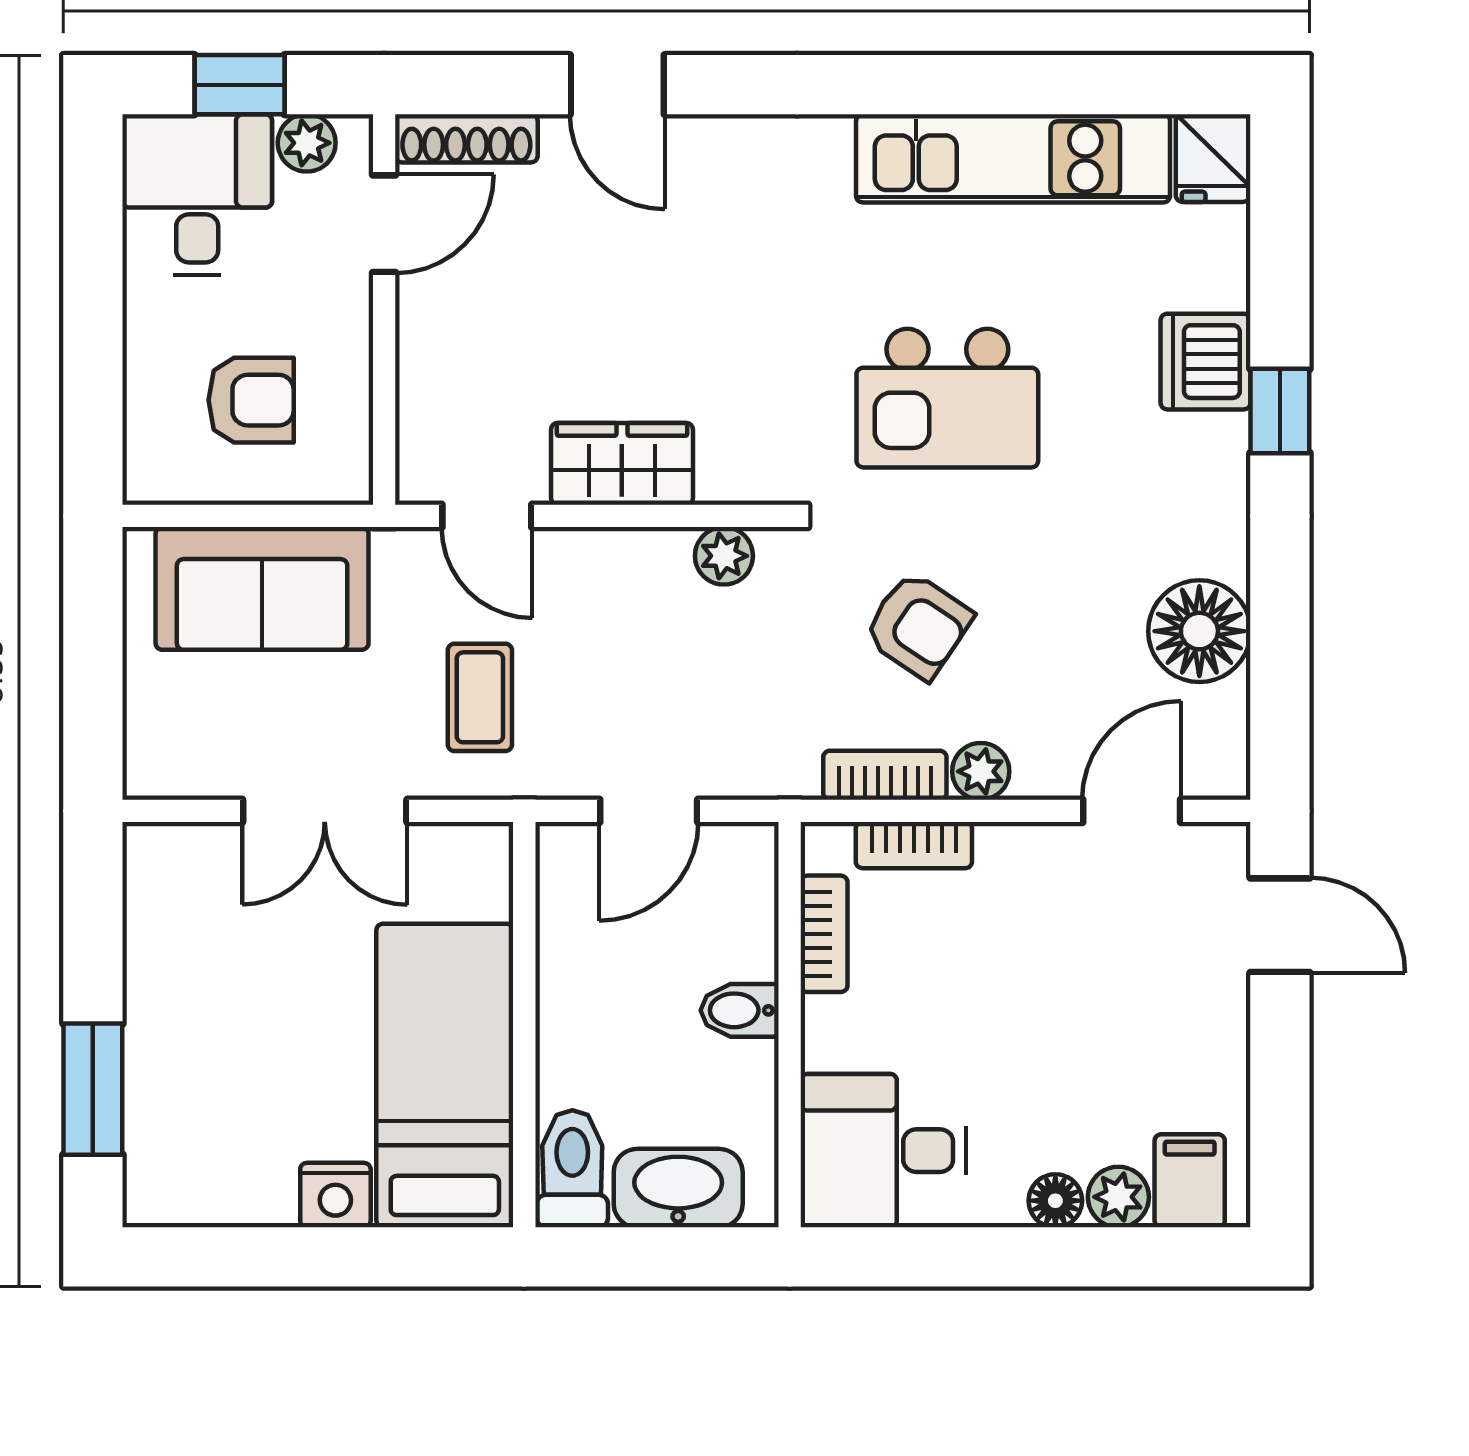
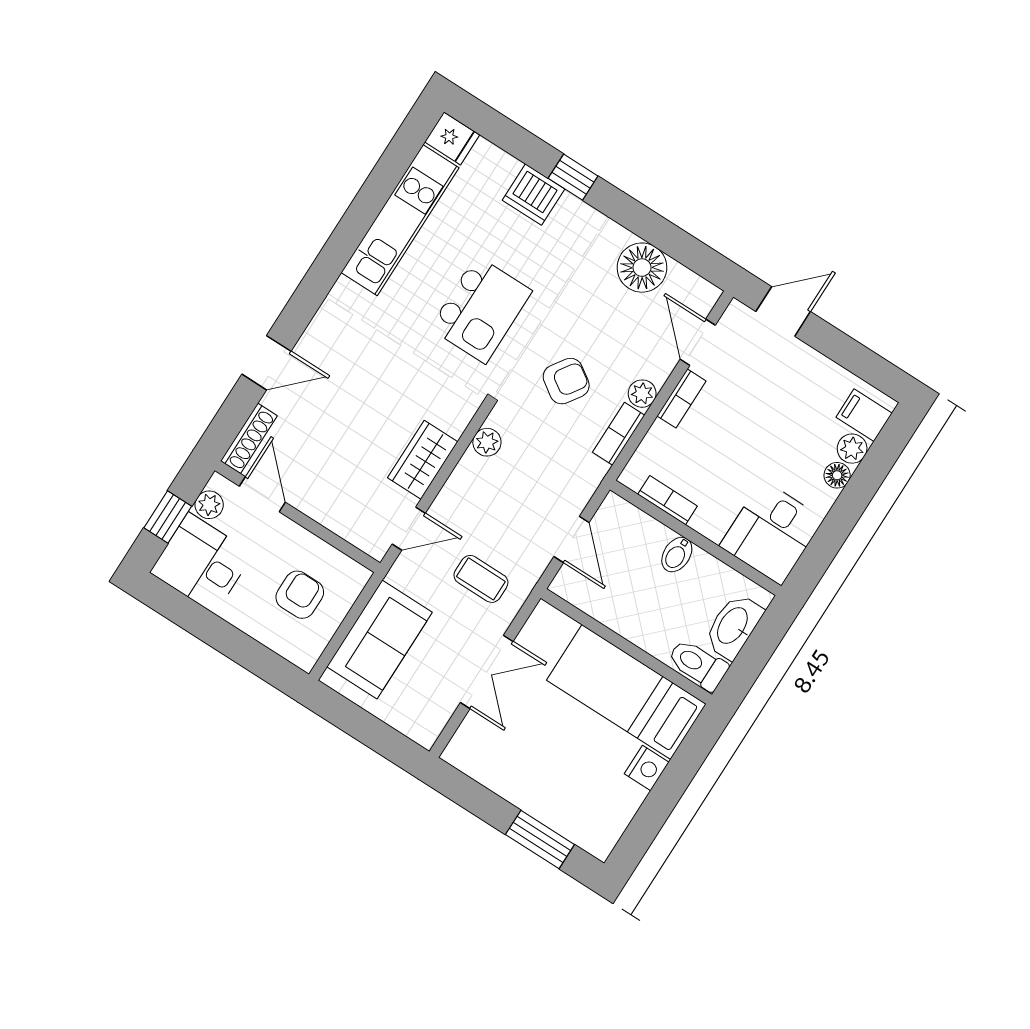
bookcase: (914, 845) -> (681, 398), moved

